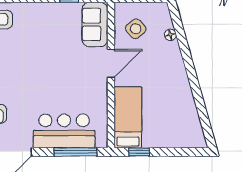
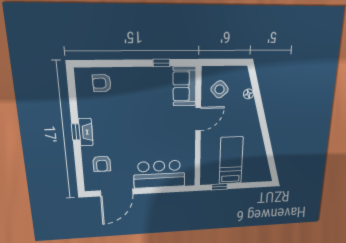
bed: (128, 117) -> (231, 160), moved
window: (75, 152) -> (169, 190), removed

